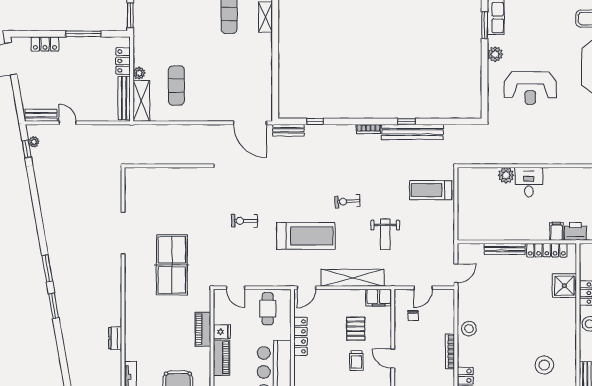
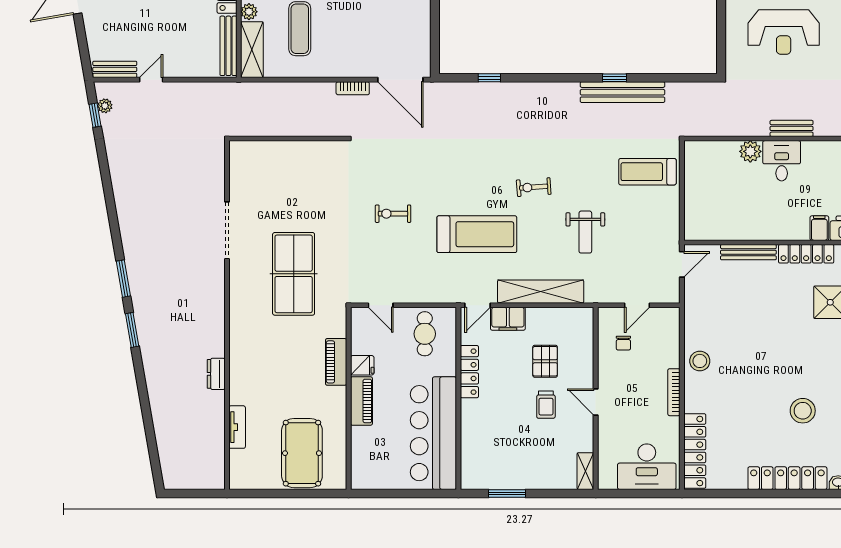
door: (68, 123) -> (151, 80), hinge flipped
bookcase: (368, 129) -> (353, 88), moved
bench: (288, 130) -> (792, 128), moved
door: (456, 273) -> (682, 264), moved
filing cabinet: (379, 298) -> (508, 319), moved

